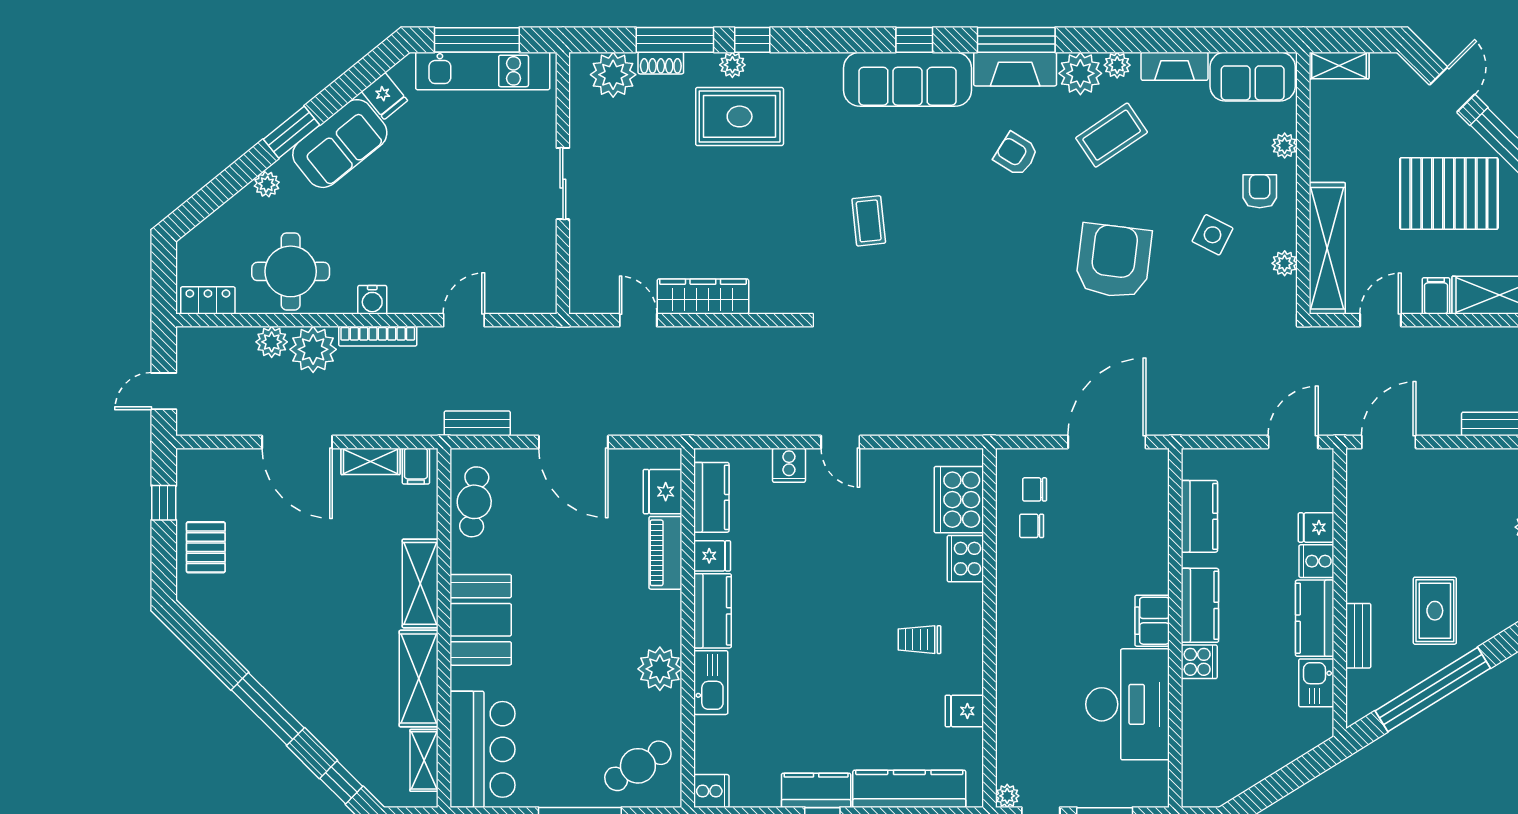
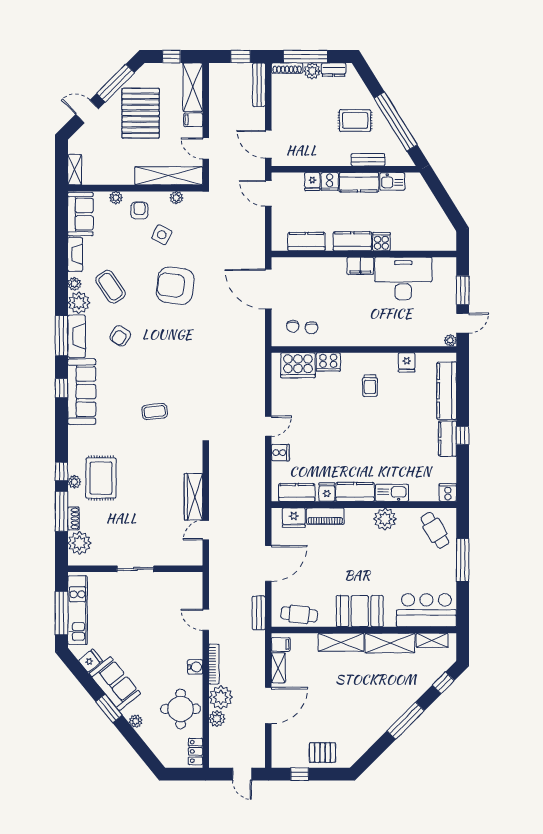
armchair: (1260, 191) -> (139, 211), turned 90

